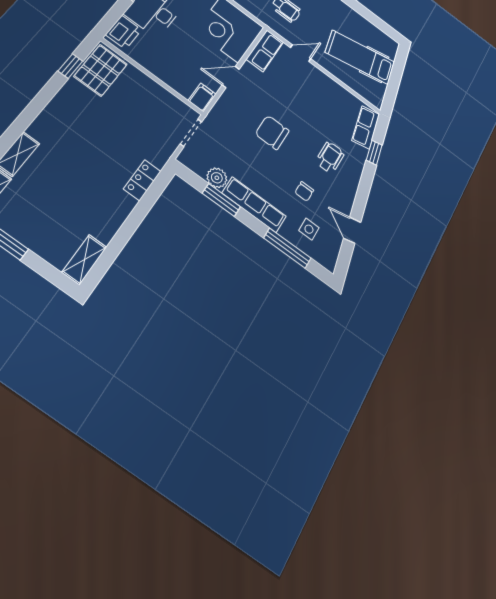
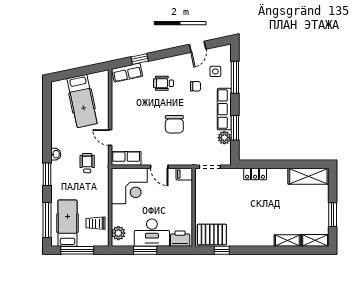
shelving: (84, 260) -> (308, 176), width x1.50, depth x1.33

